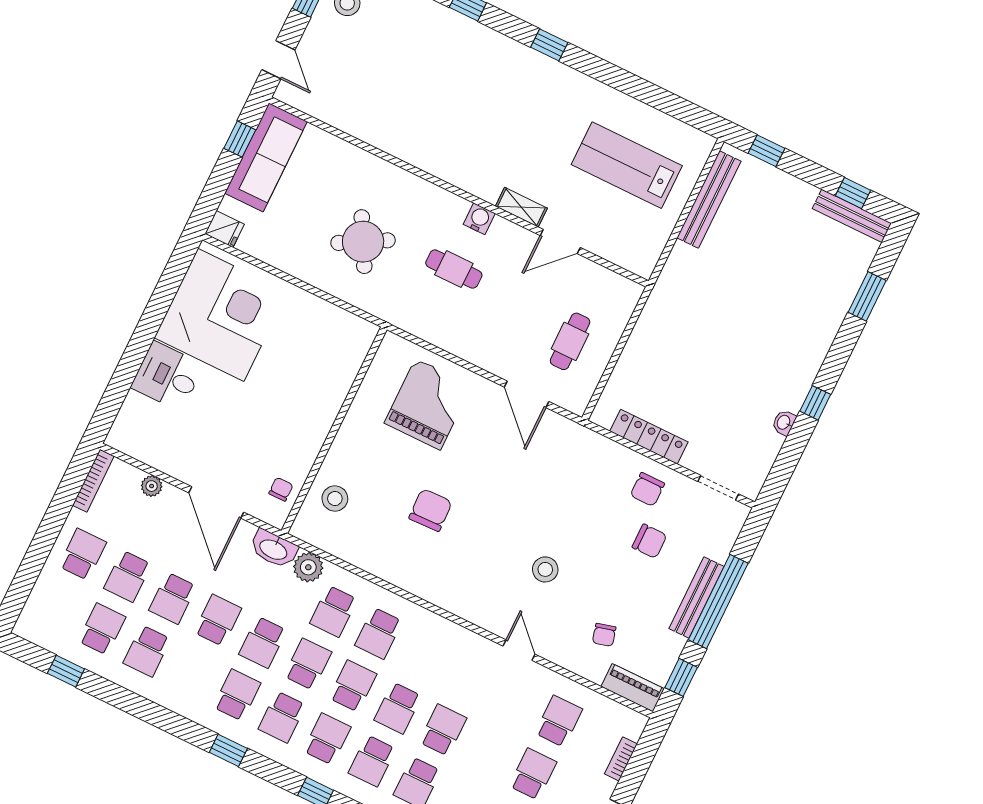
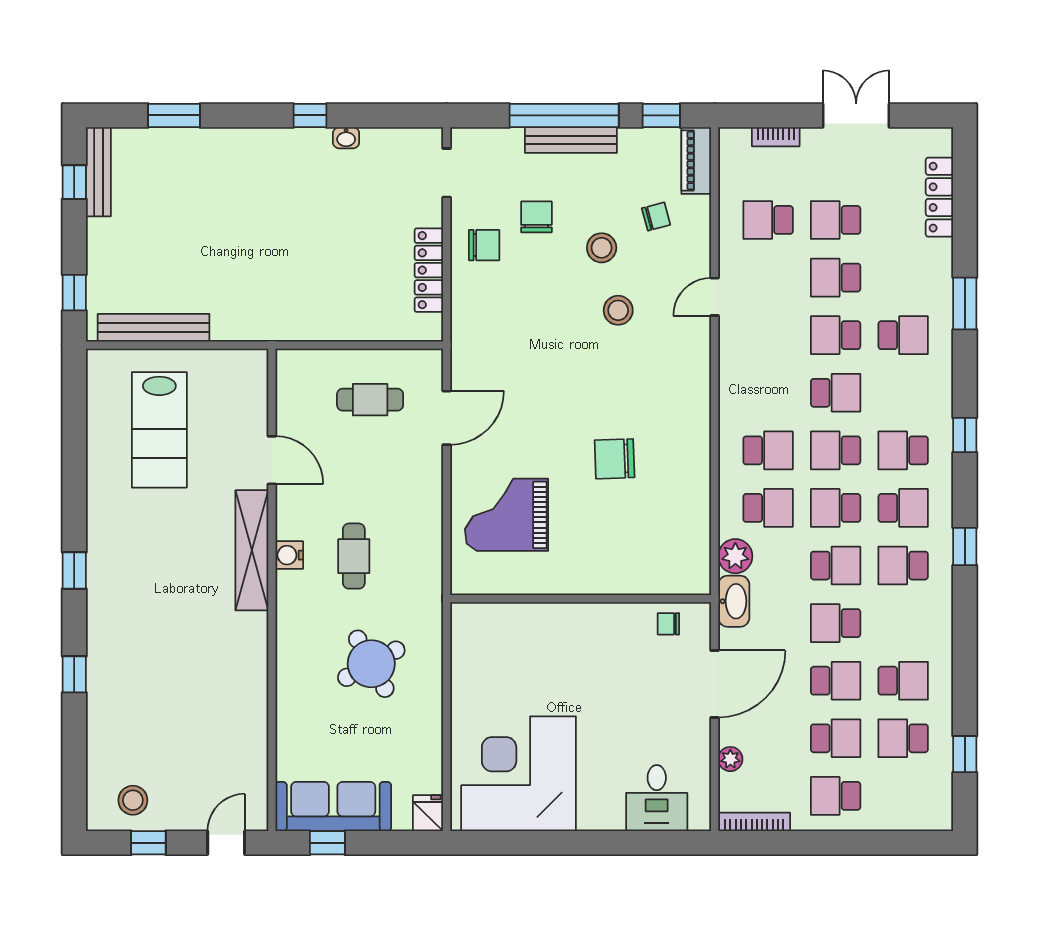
shelving: (521, 207) -> (252, 550), width x2.20, depth x1.33
desk: (167, 376) -> (657, 798), moved
stool: (335, 499) -> (602, 248), moved
school desk: (372, 761) -> (836, 278), moved, turned 180

